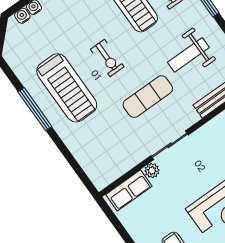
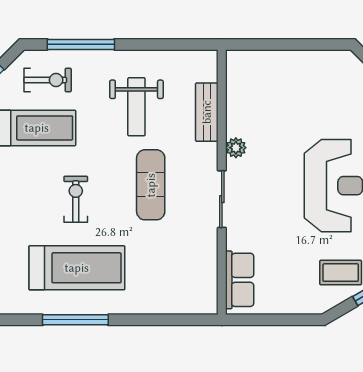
exercise bike: (107, 58) -> (76, 199), turned -90
plant: (152, 170) -> (236, 148), moved

